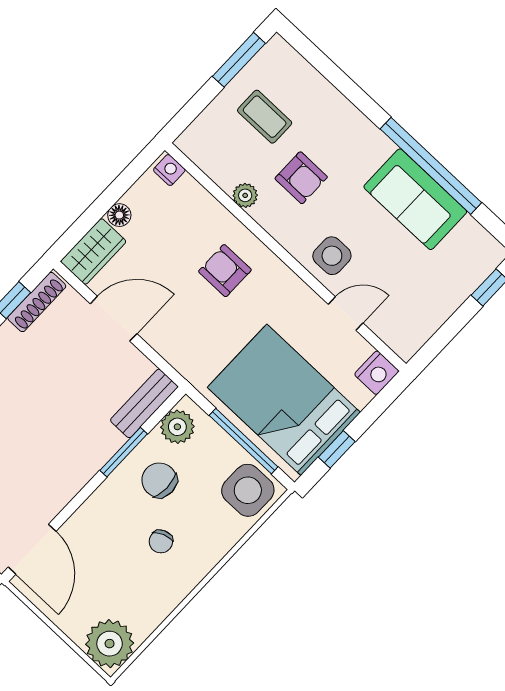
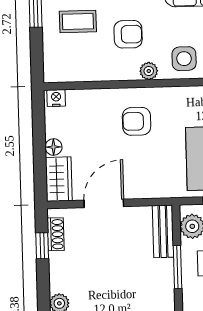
plant: (245, 195) -> (149, 71), moved
shoe rack: (37, 302) -> (56, 234), width x0.70

